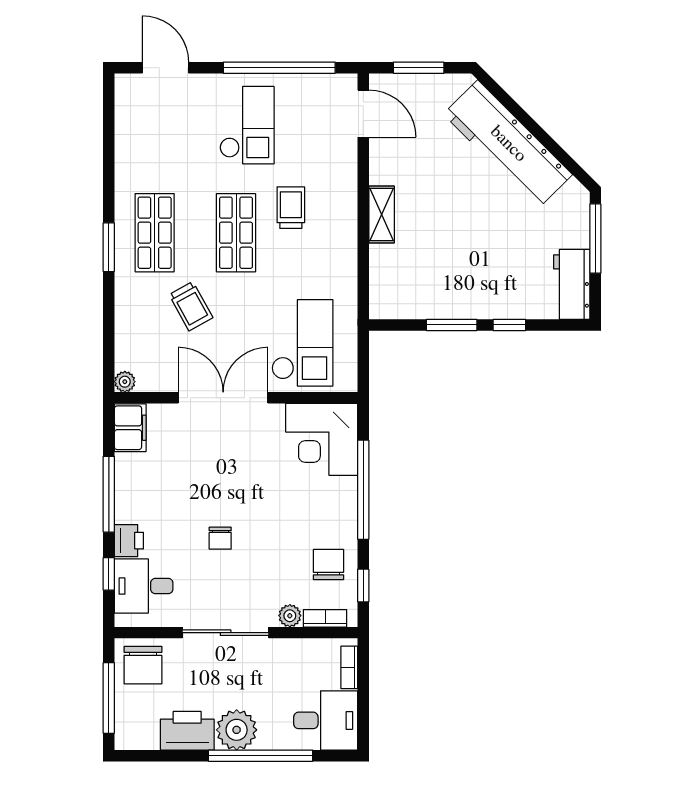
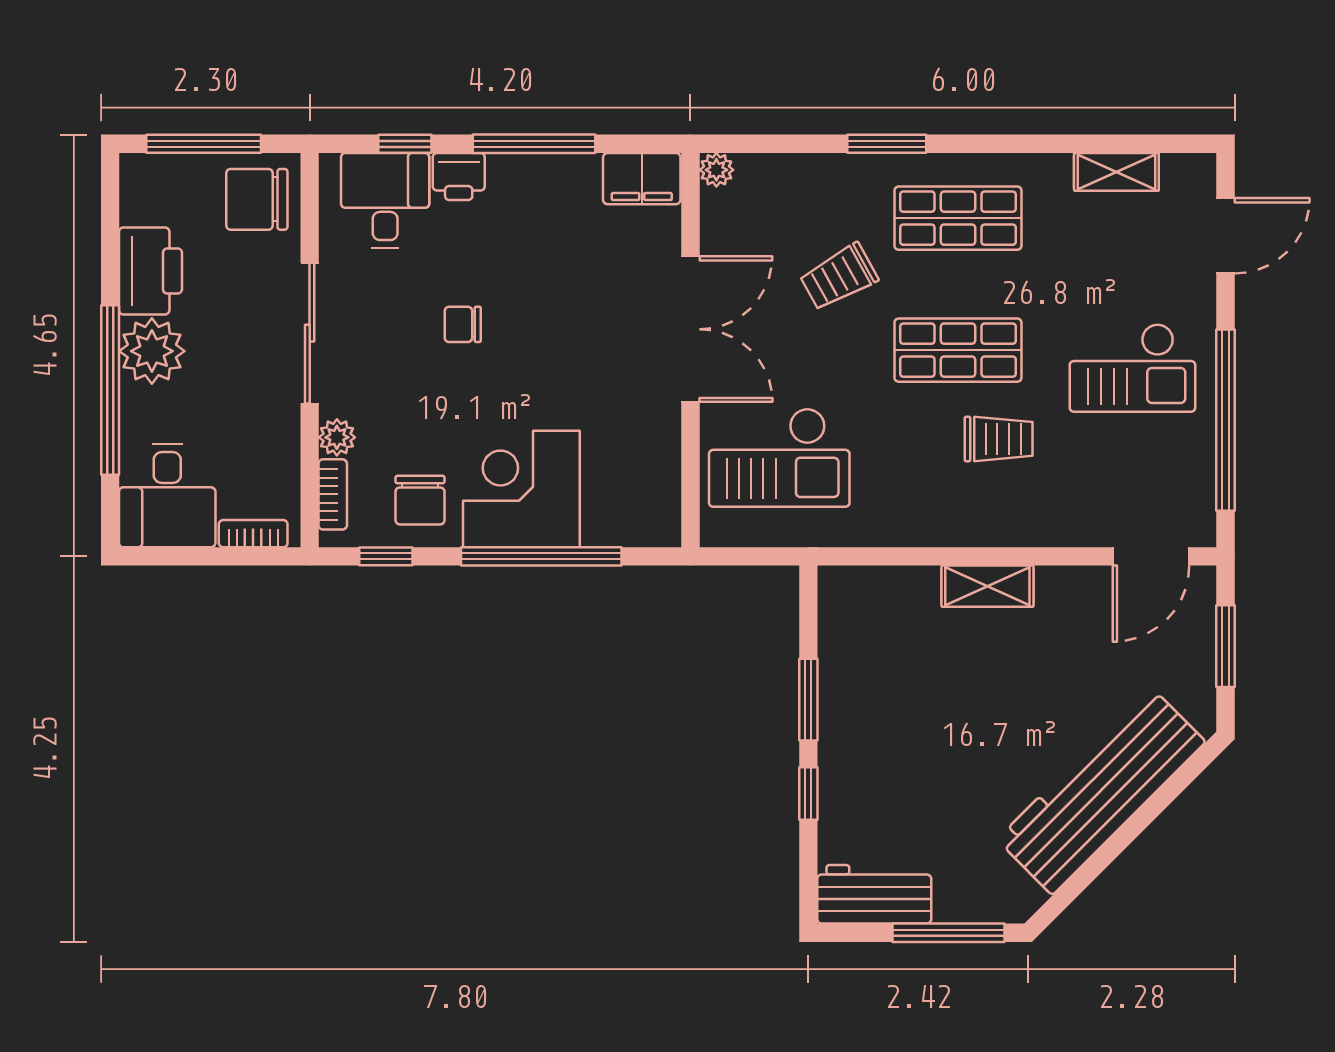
shelving: (126, 135) -> (1116, 172), added
window: (109, 247) -> (887, 144), moved
corner desk: (322, 439) -> (521, 489), moved
chair: (329, 565) -> (420, 500), turned 90

